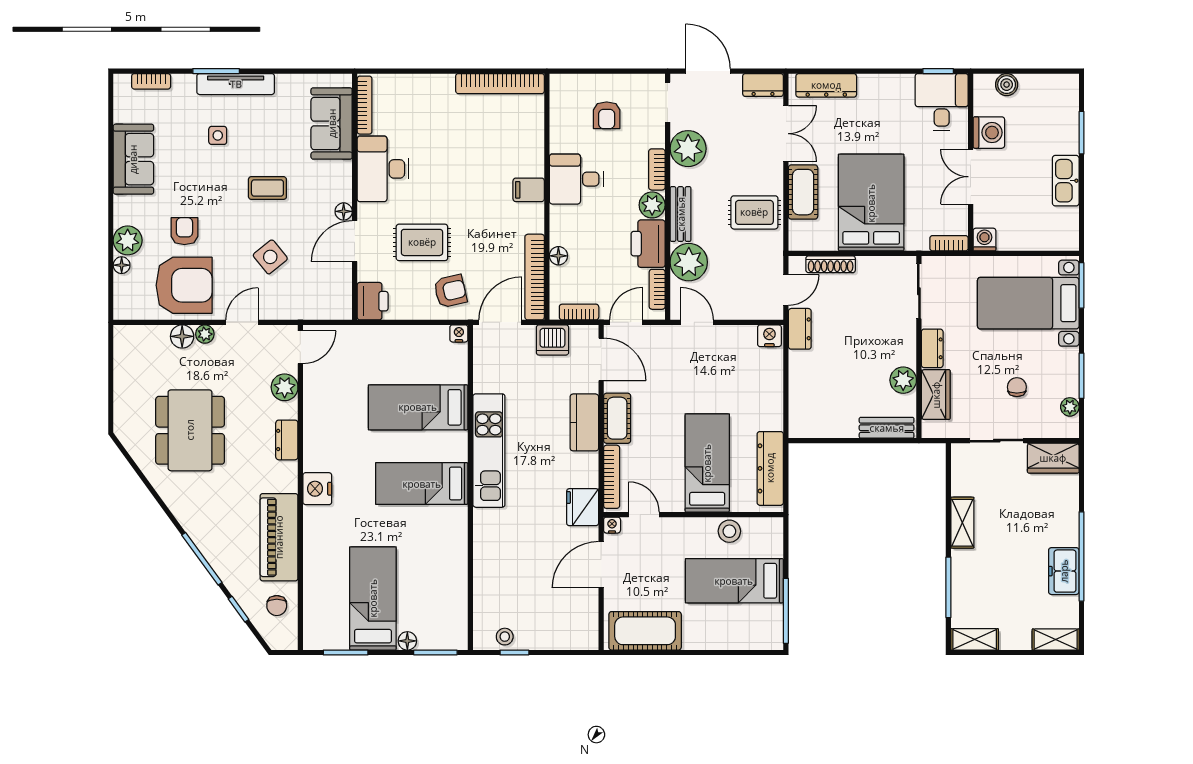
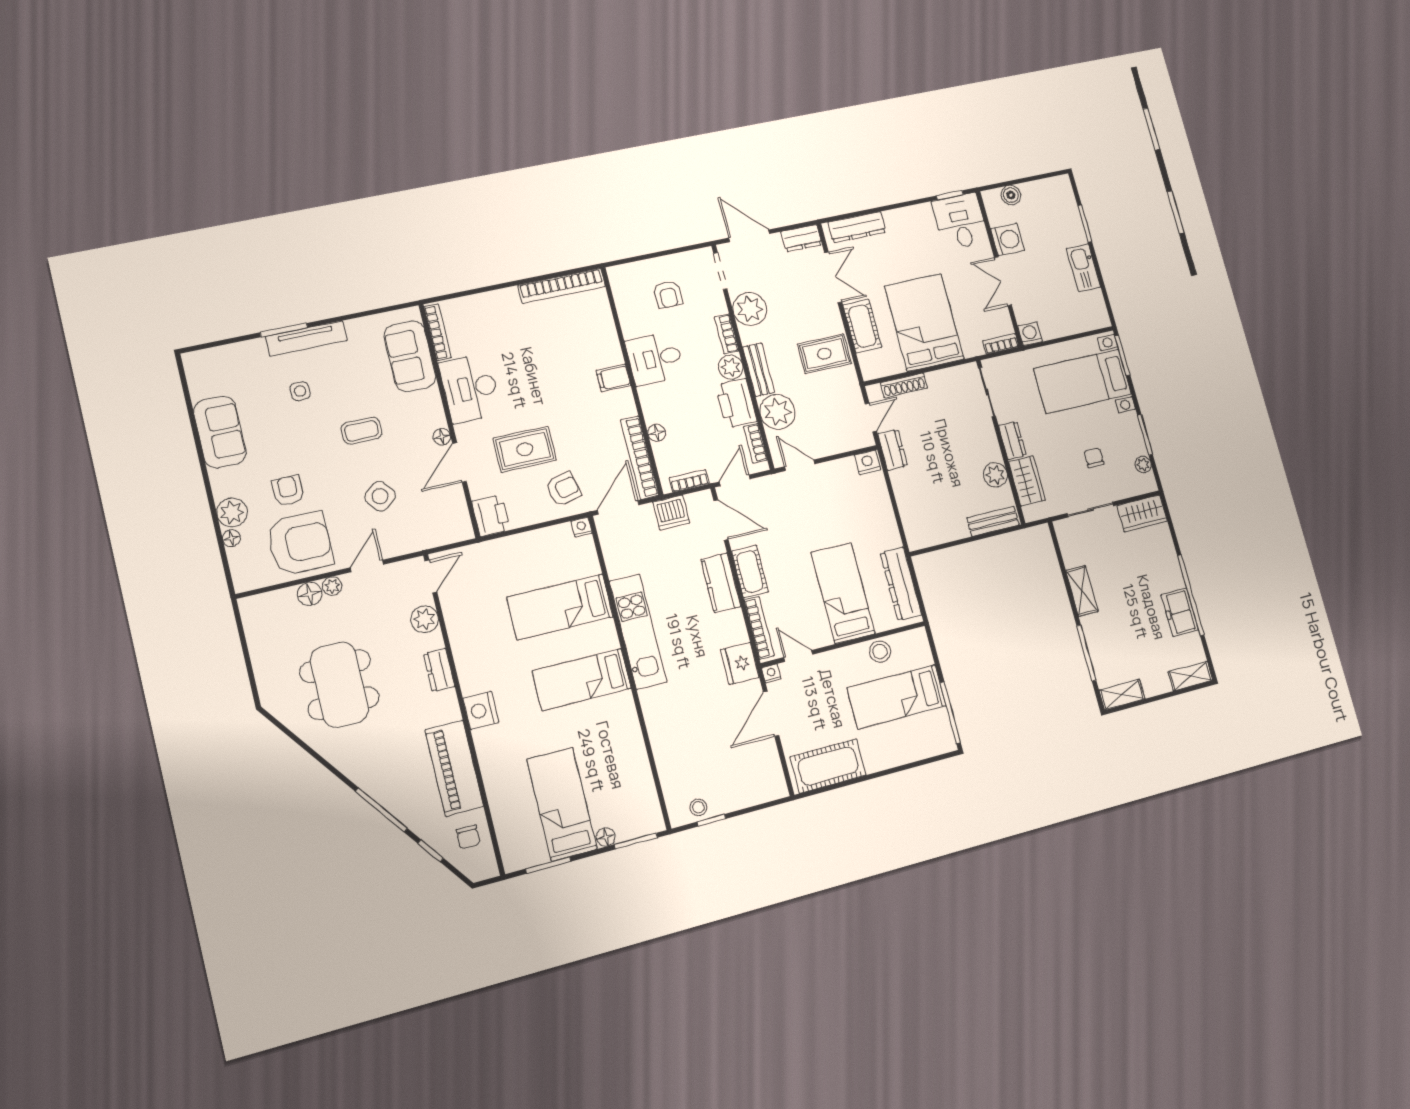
bookcase: (151, 81) -> (221, 353), removed

